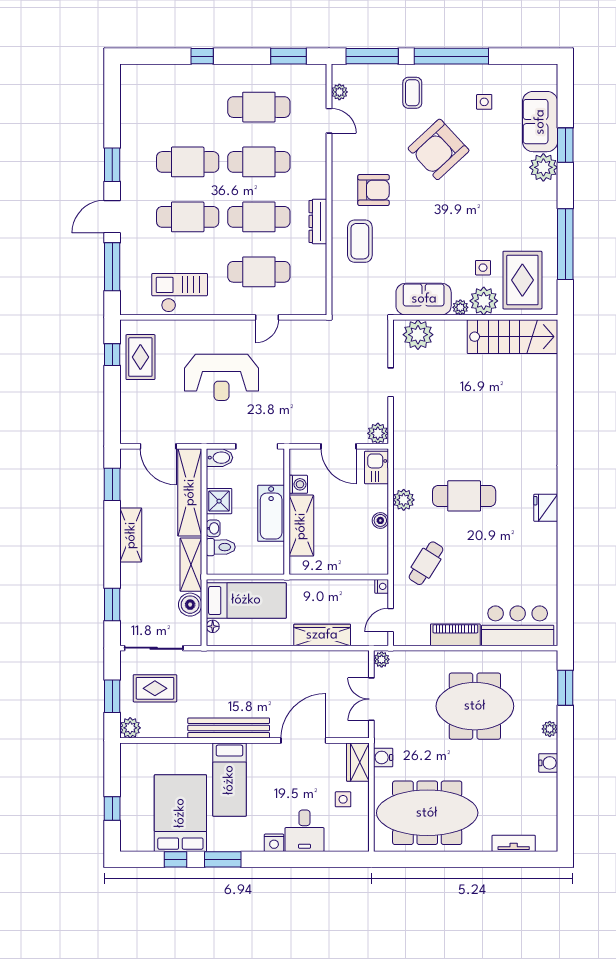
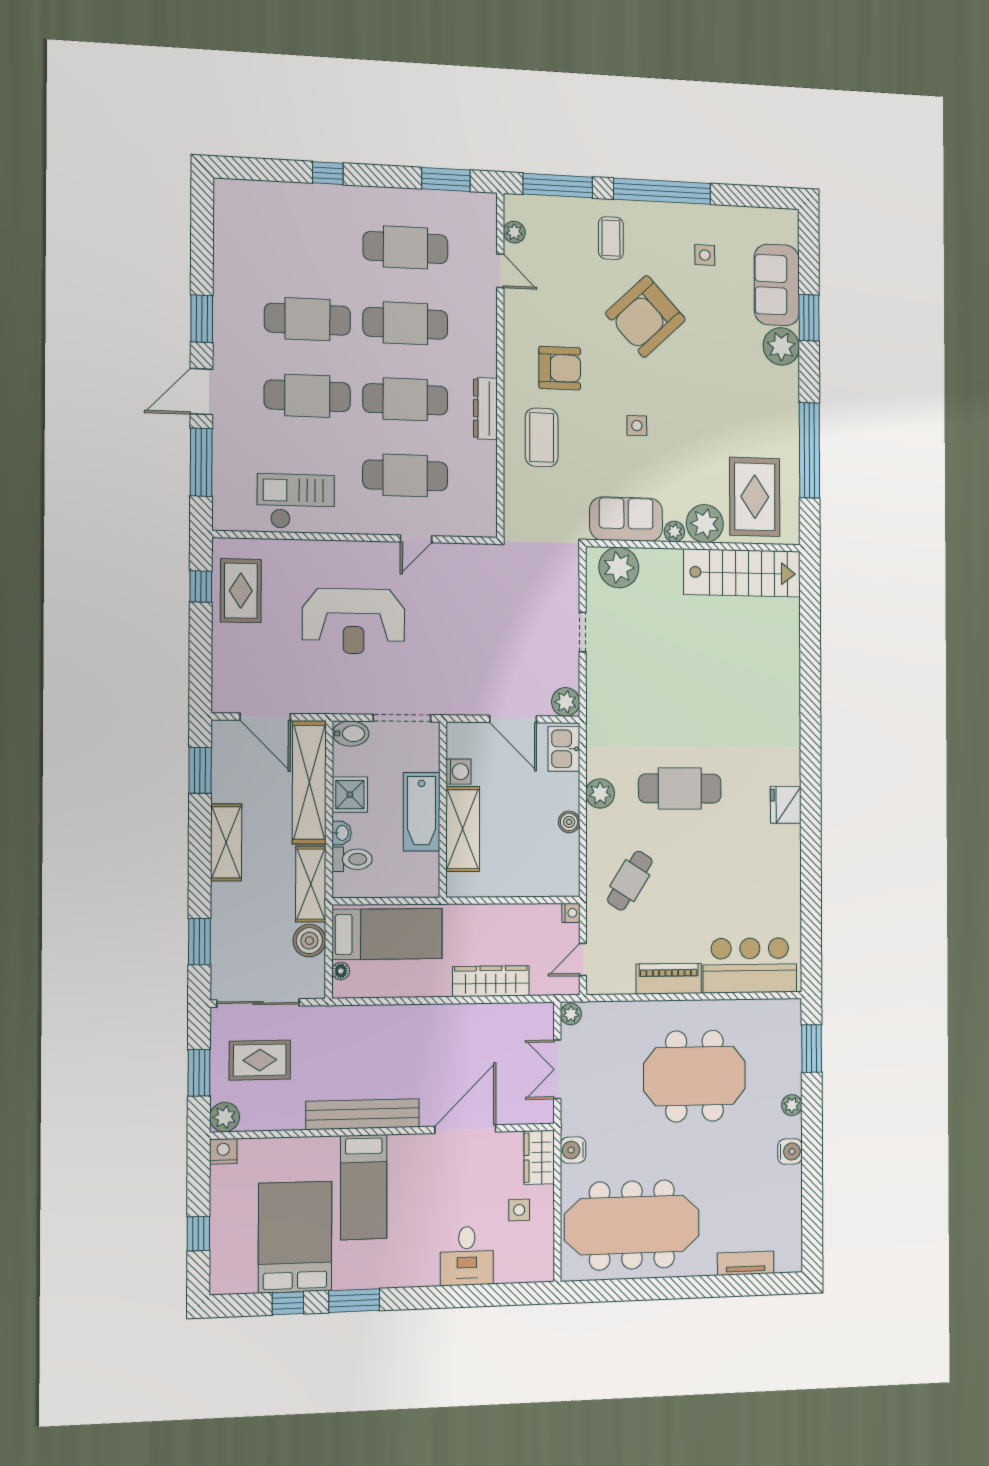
side table: (483, 268) -> (637, 426), moved
nightstand: (274, 843) -> (223, 1151), moved, turned 180

